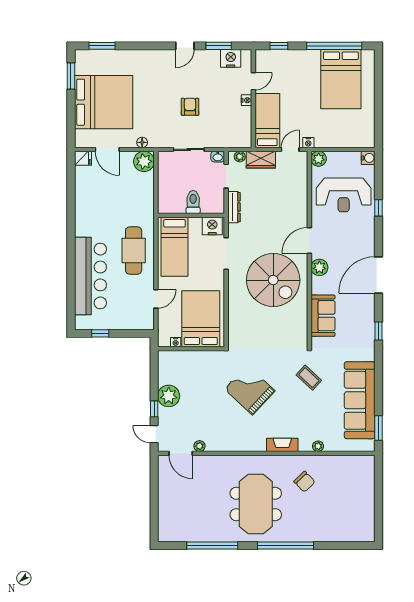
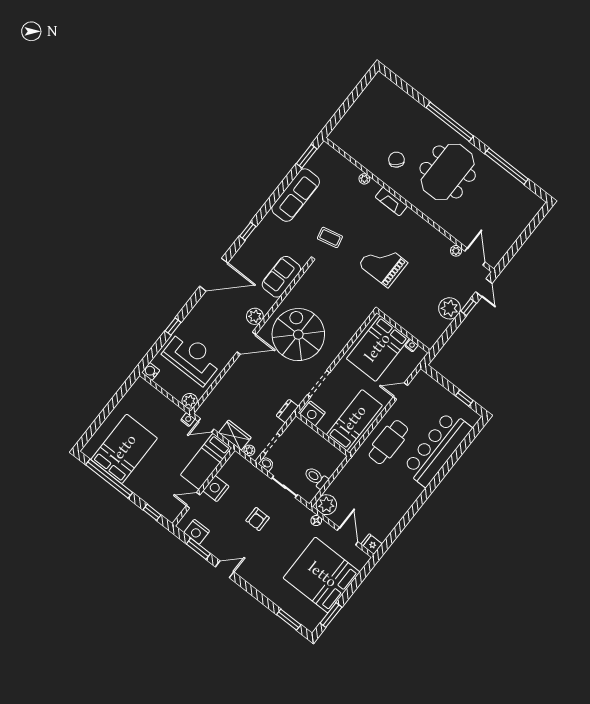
nightstand: (247, 100) -> (216, 489), width x1.89, depth x1.79
toilet: (193, 202) -> (316, 478), moved, turned 90
dresser: (234, 207) -> (287, 411), width x0.70
coffee table: (309, 378) -> (330, 237), turned -56
grand piano: (250, 390) -> (383, 264), turned 137
sofa: (360, 400) -> (296, 195), width x0.74, depth x0.79

